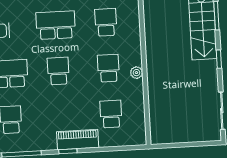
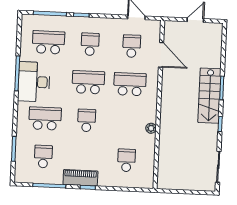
school desk: (106, 22) -> (130, 84), width x1.85
school desk: (108, 68) -> (128, 122), removed
piano: (78, 140) -> (80, 178), moved

